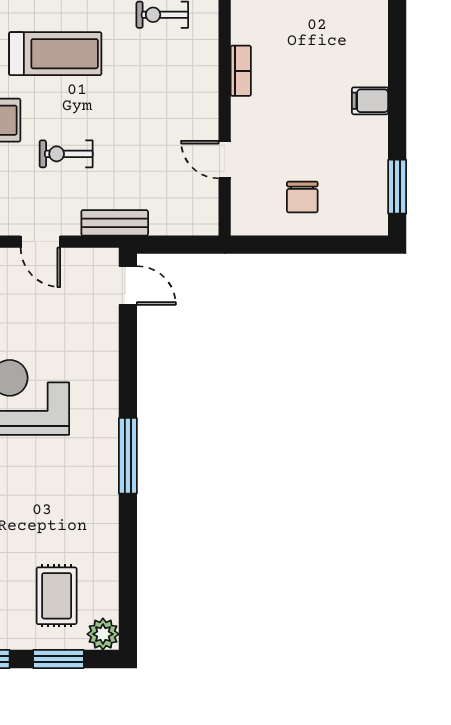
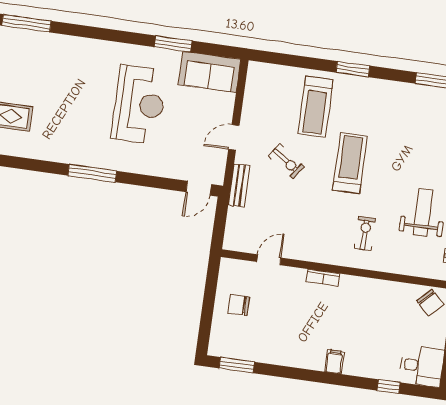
treadmill: (55, 54) -> (350, 163), turned 180
filing cabinet: (370, 101) -> (334, 362), moved
exercise bike: (66, 154) -> (286, 161), turned 125

